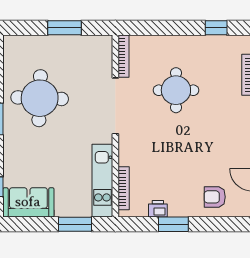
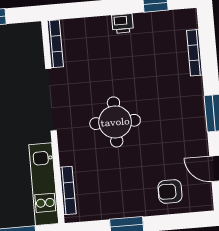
round table: (176, 90) -> (115, 122), moved
printer: (158, 209) -> (123, 23), moved, turned 180

